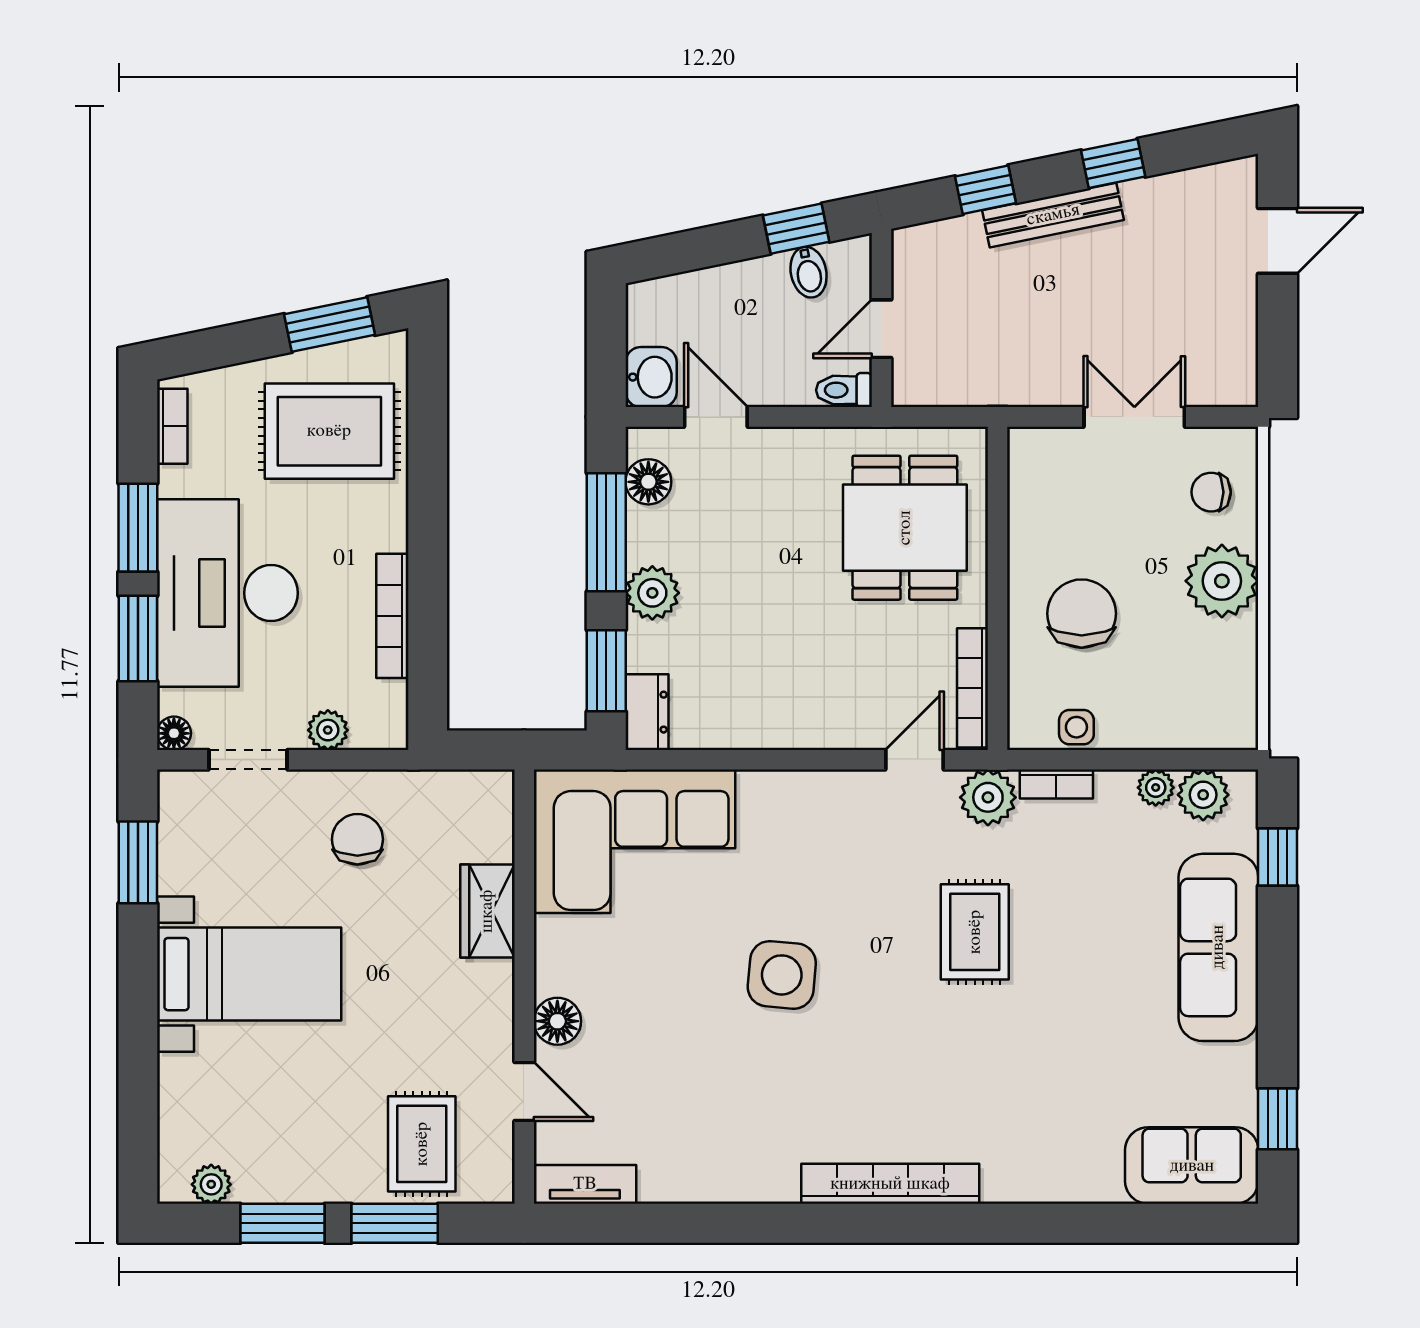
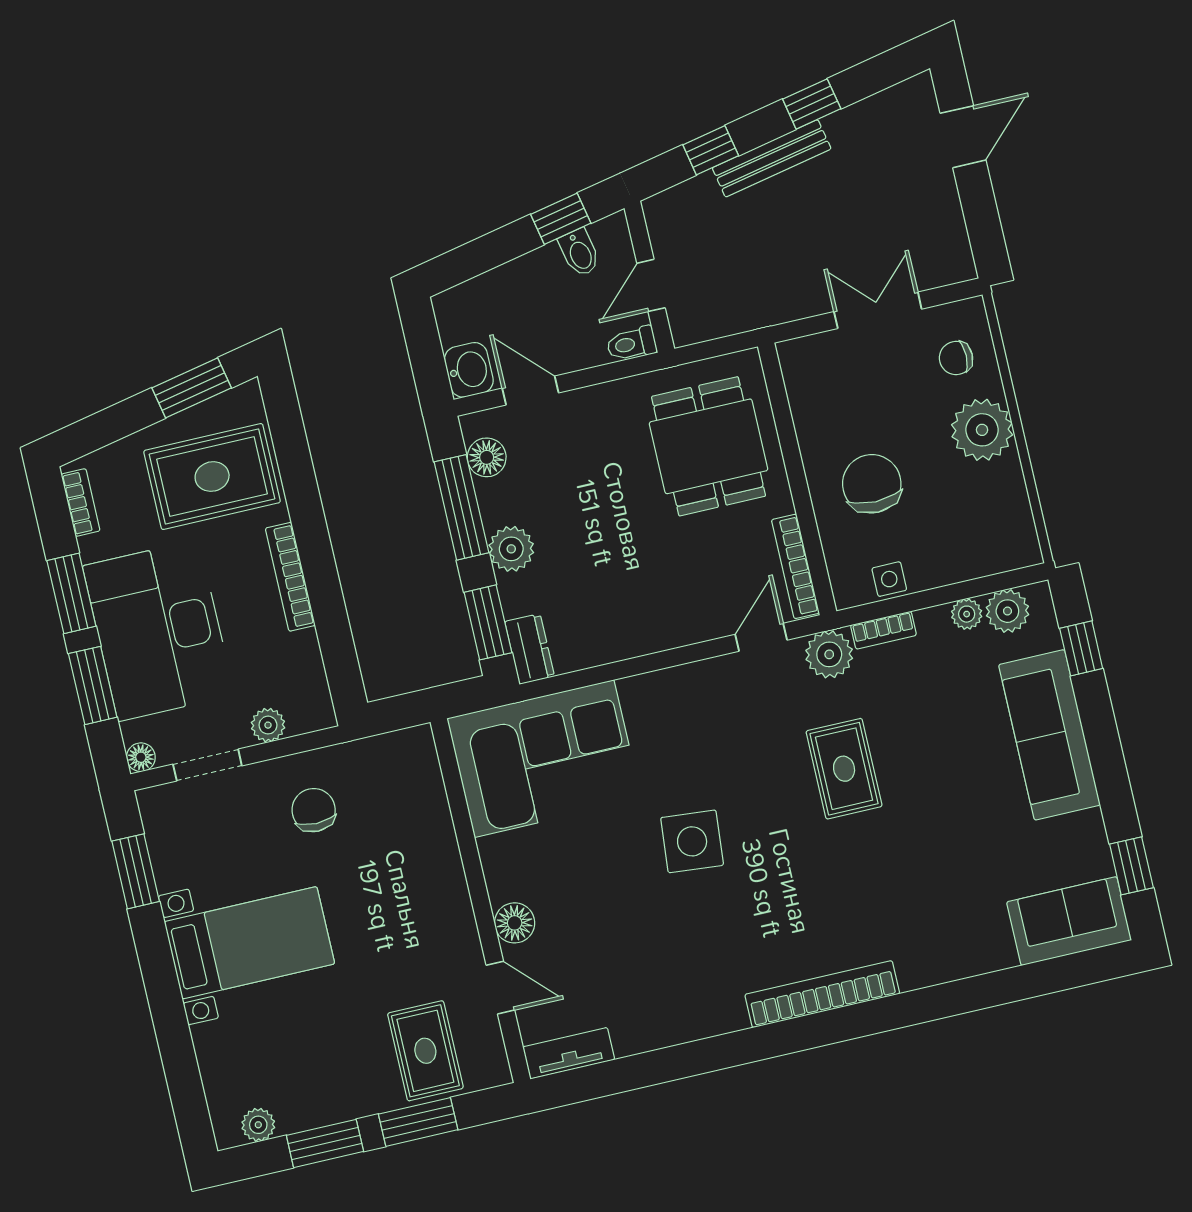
bookcase: (392, 616) -> (290, 577), moved
wardrobe: (487, 911) -> (435, 845), removed

